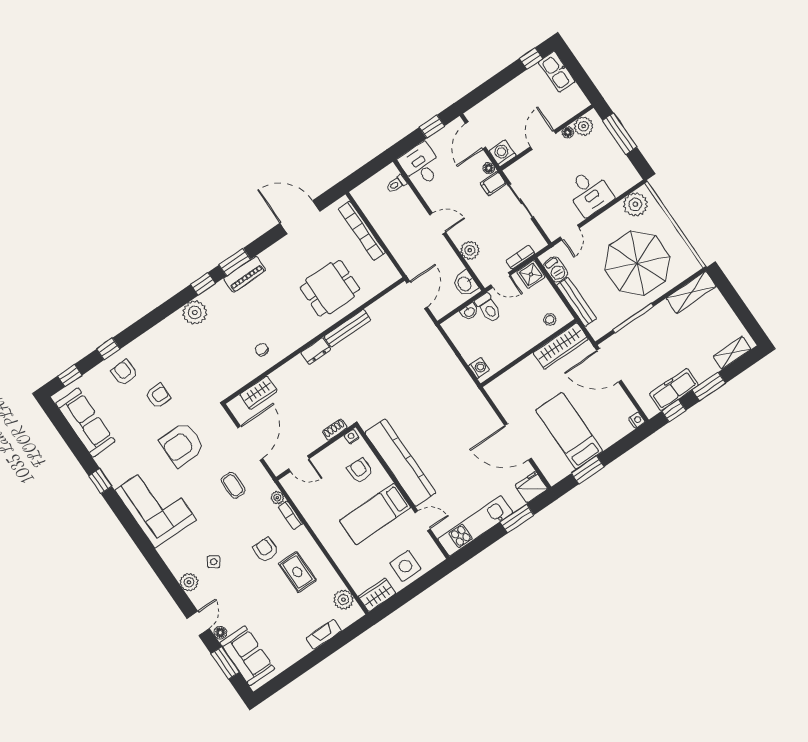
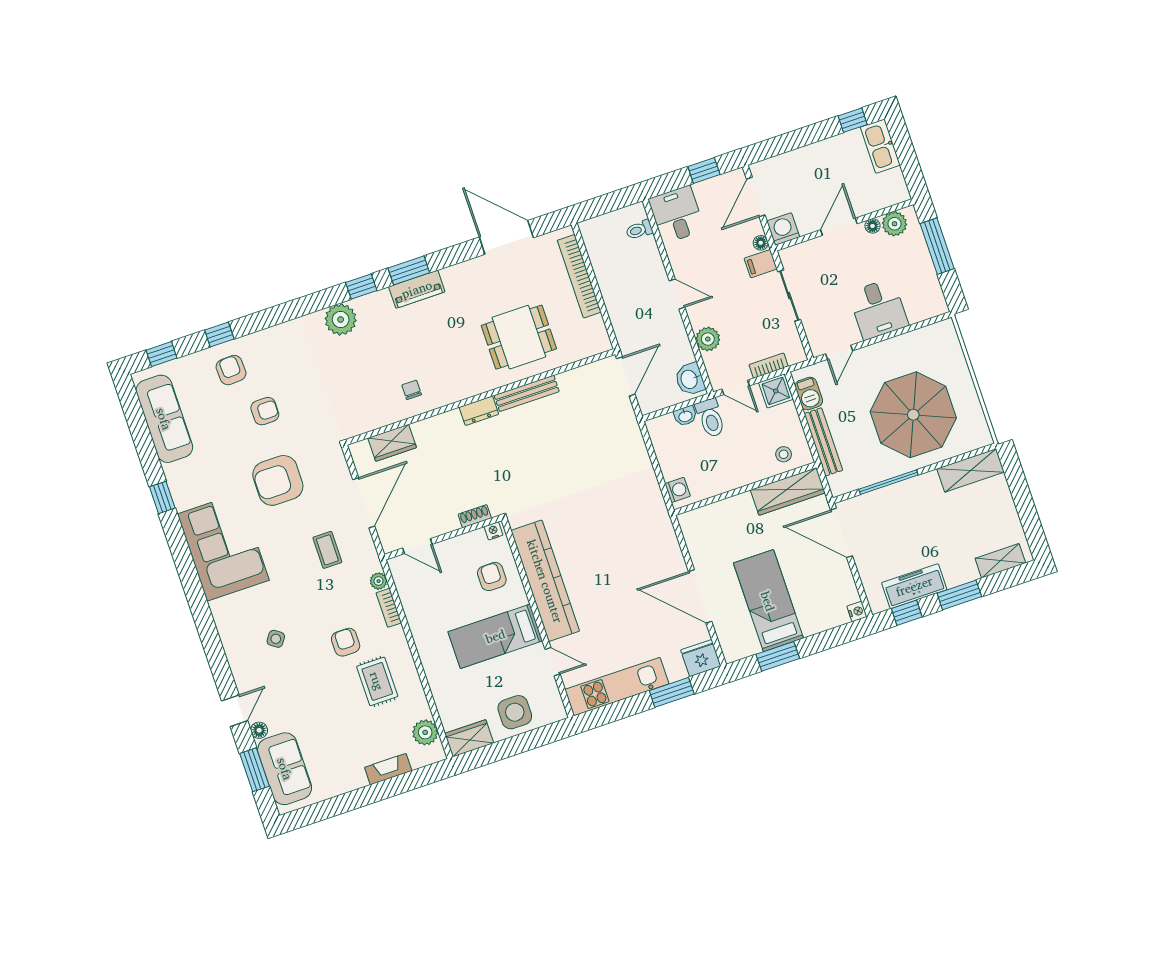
plant: (635, 204) -> (932, 340), removed
plant: (189, 582) -> (238, 656), removed

